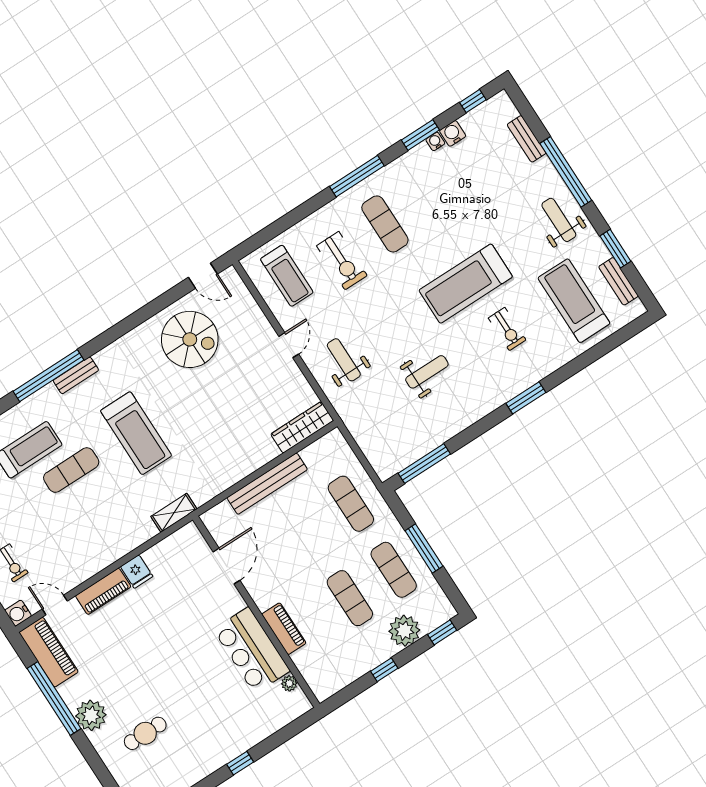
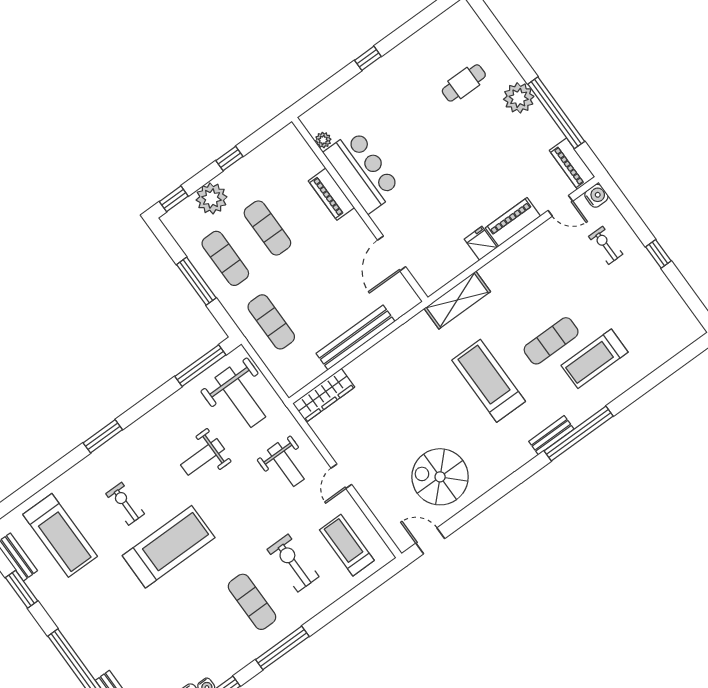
weight bench: (559, 220) -> (240, 397), moved, width x1.36, depth x1.33
shelving: (174, 513) -> (457, 300), width x1.50, depth x1.33
piano: (49, 652) -> (572, 164), width x0.73, depth x0.75

